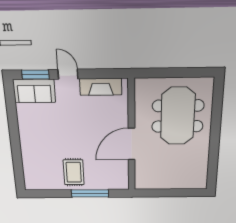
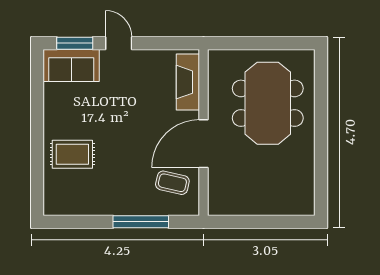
fireplace: (101, 87) -> (188, 82), moved, turned 90
coffee table: (110, 169) -> (172, 183), added
rug: (74, 172) -> (72, 154), moved, turned 90

